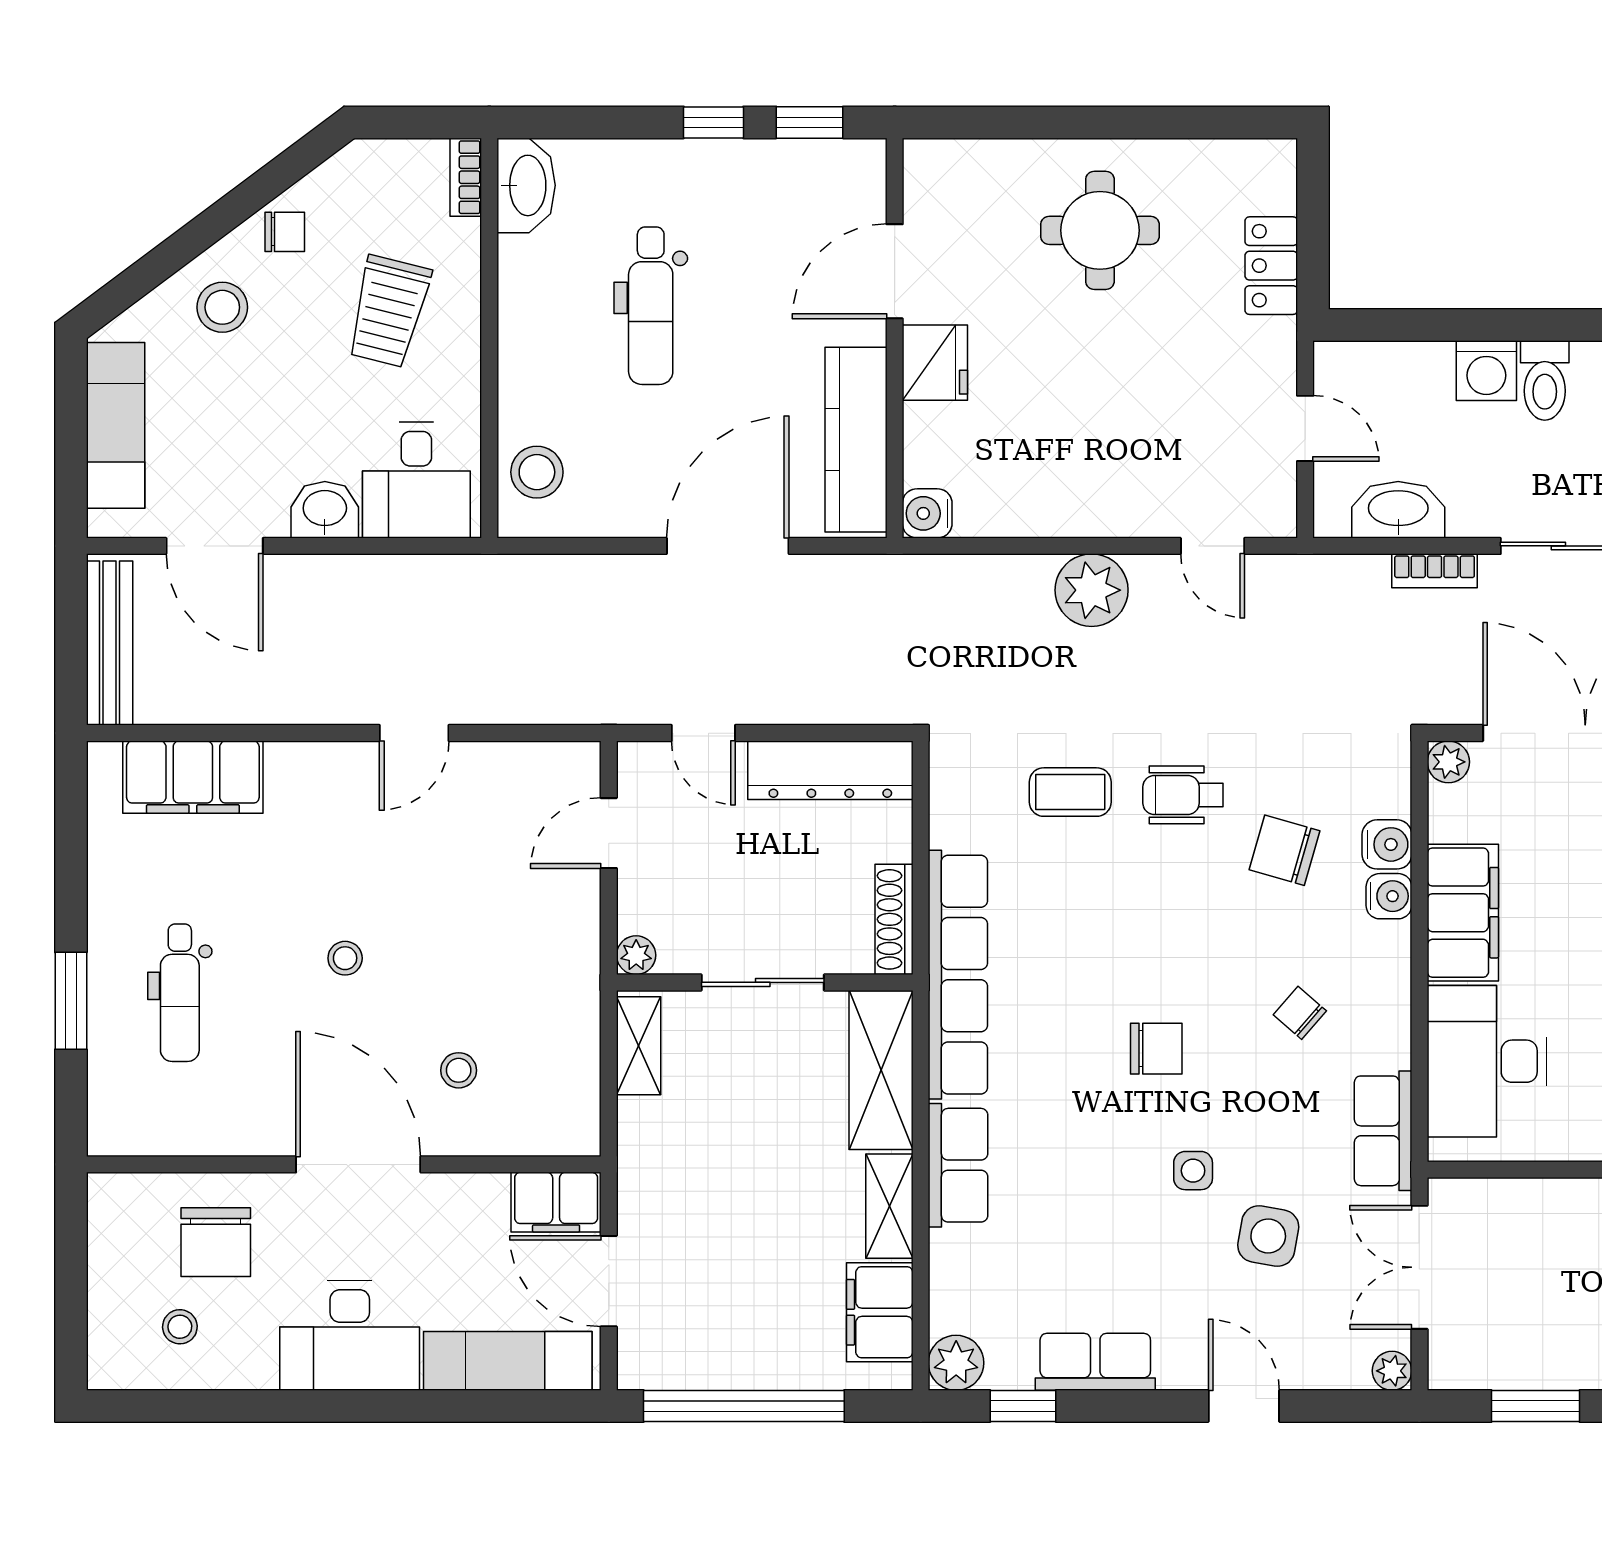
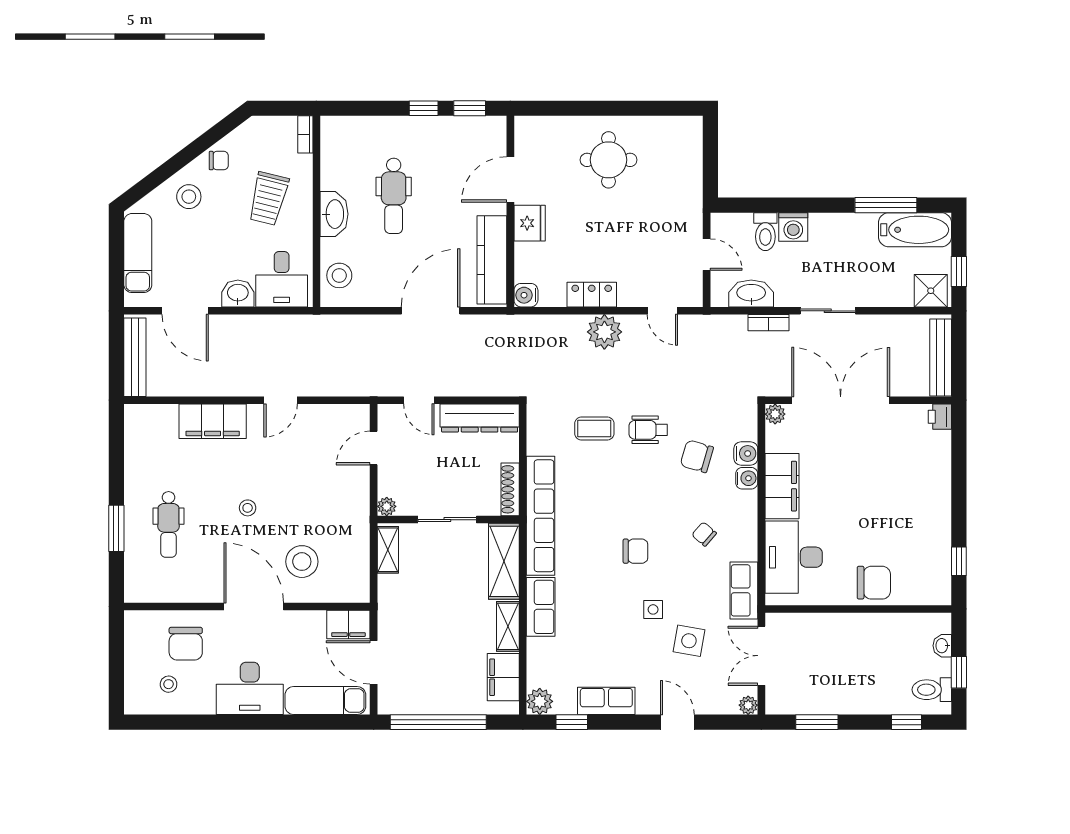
washbasin: (526, 185) -> (334, 214), moved
locker: (1271, 266) -> (592, 295), moved, turned 90
toilet: (1545, 381) -> (765, 232), moved
filing cabinet: (193, 777) -> (213, 421), moved
stool: (459, 1070) -> (302, 562), width x1.89, depth x1.89

